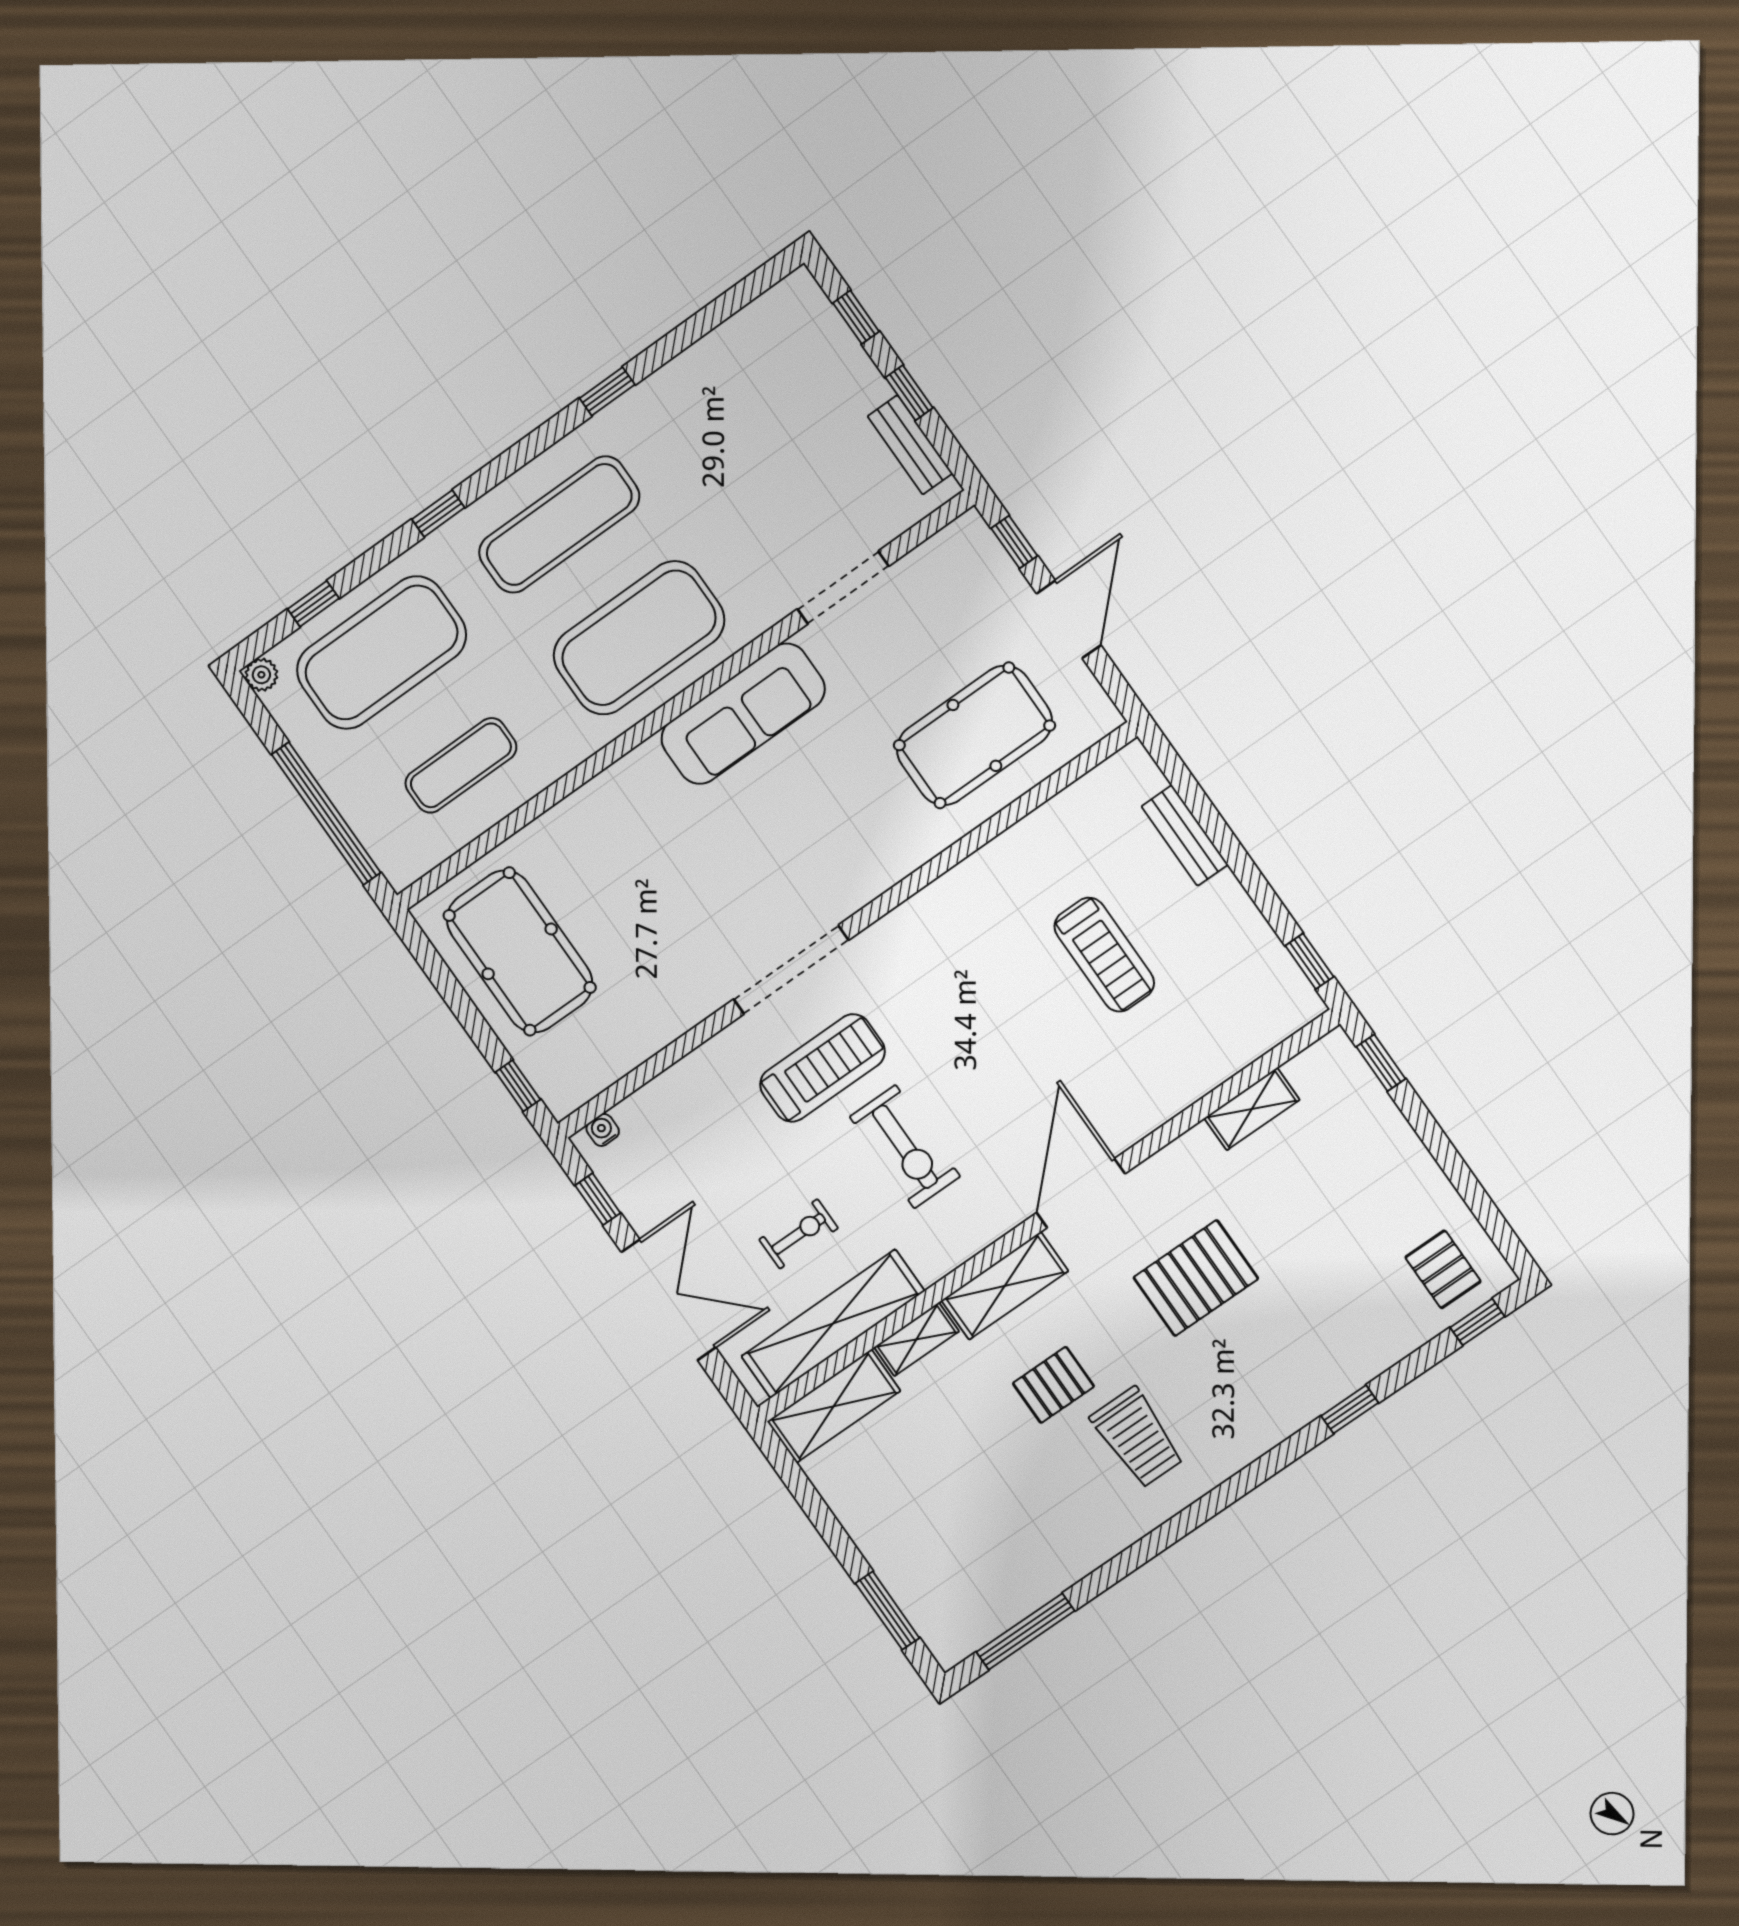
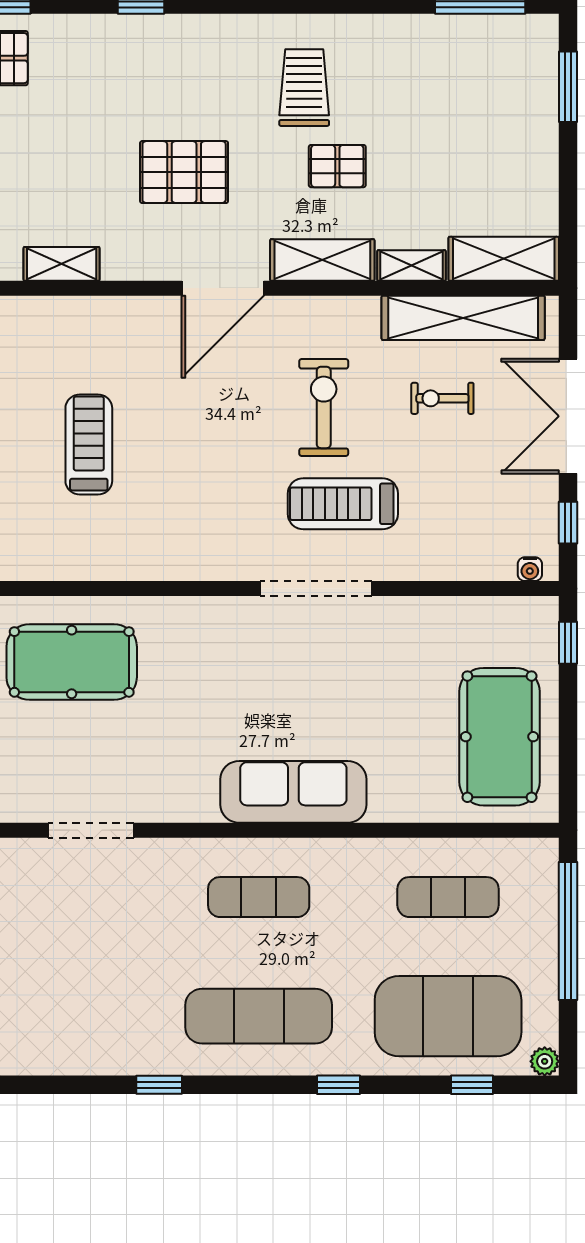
exercise mat: (639, 638) -> (259, 897), width x0.50, depth x0.69
sofa: (743, 714) -> (293, 792), moved

